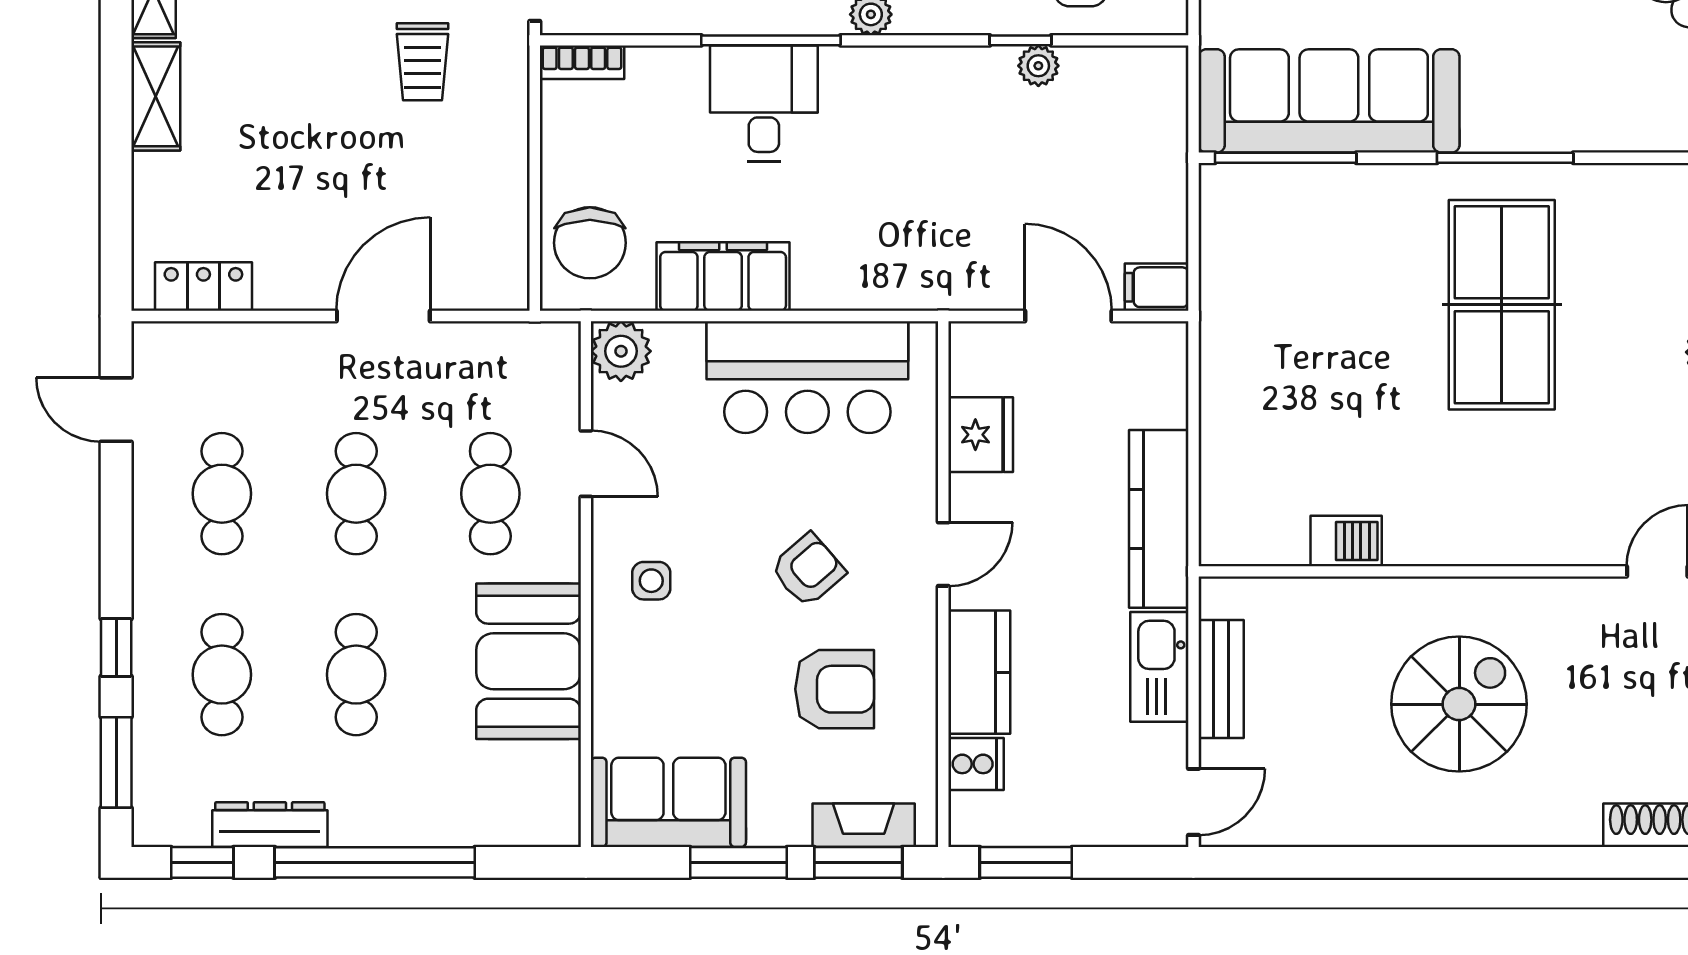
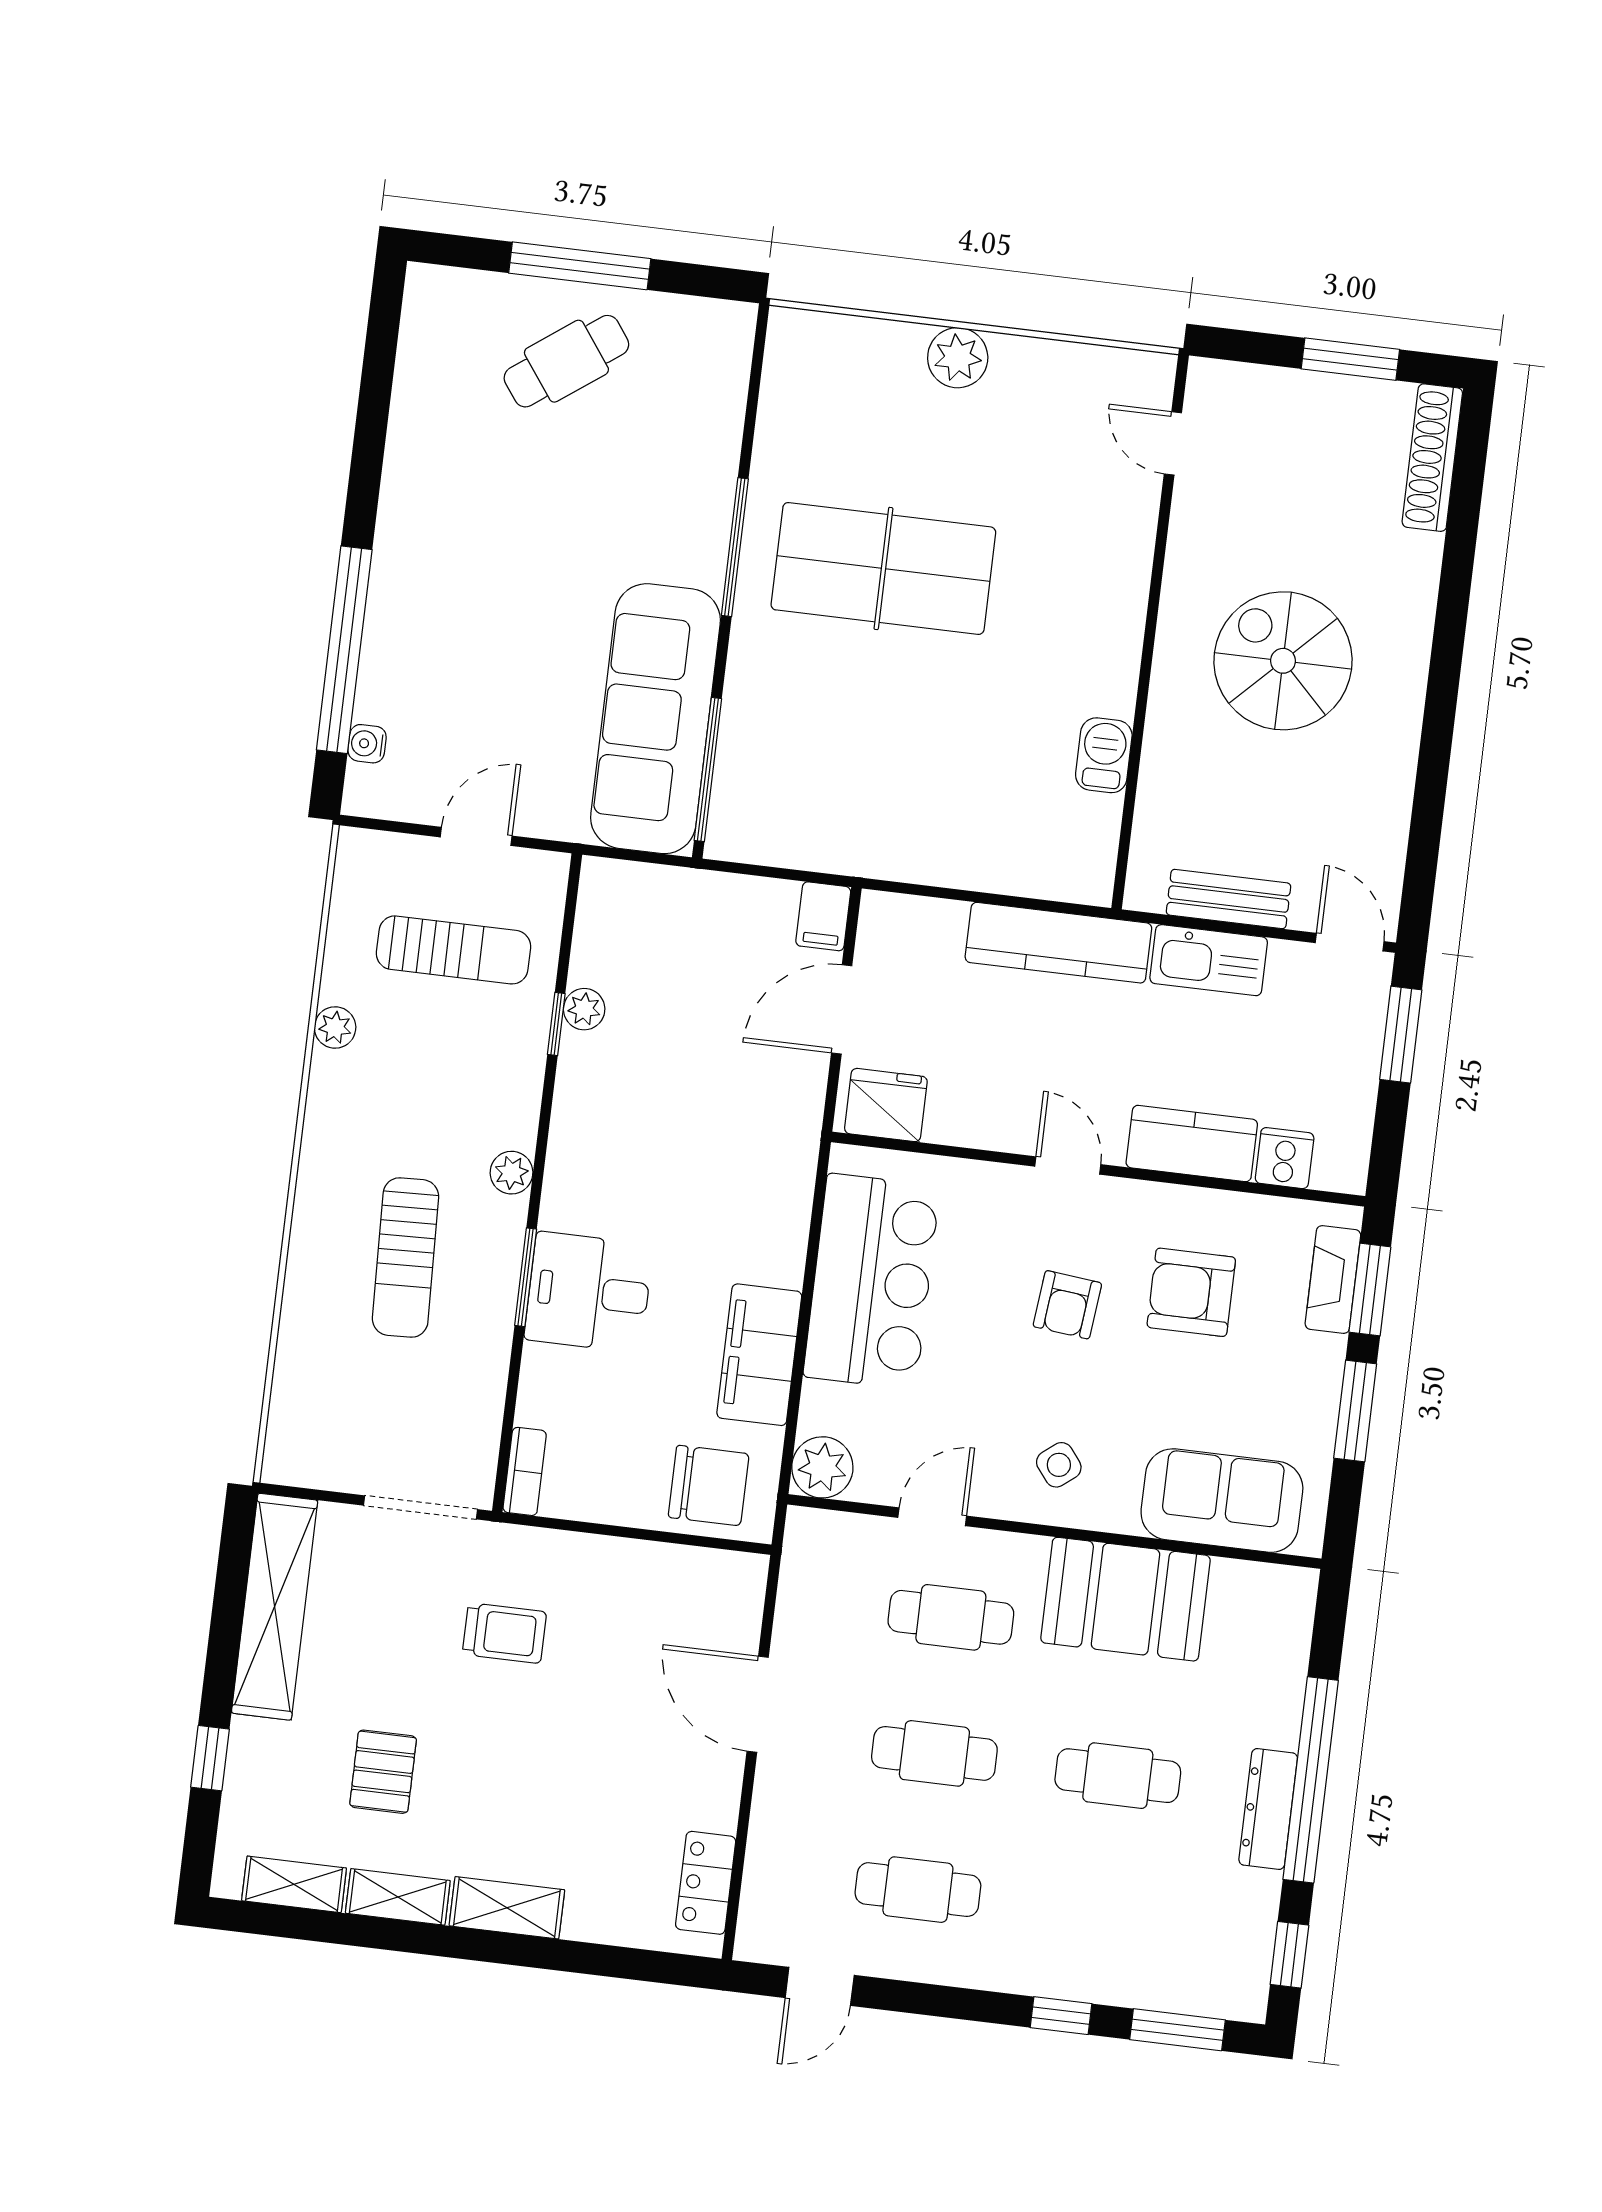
window: (771, 40) -> (526, 1277), width x0.69
fridge: (981, 435) -> (886, 1105), moved
armchair: (808, 570) -> (1067, 1305), turned -133
side table: (651, 581) -> (1059, 1465), turned -38
cafe table: (222, 675) -> (1101, 1912), removed
armchair: (835, 689) -> (1191, 1292), turned -90
sofa: (668, 802) -> (1222, 1501), moved, turned 90
dresser: (270, 825) -> (1268, 1809), moved
window: (1026, 862) -> (1401, 1035), moved

